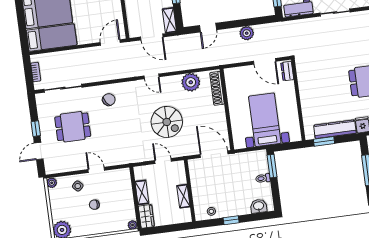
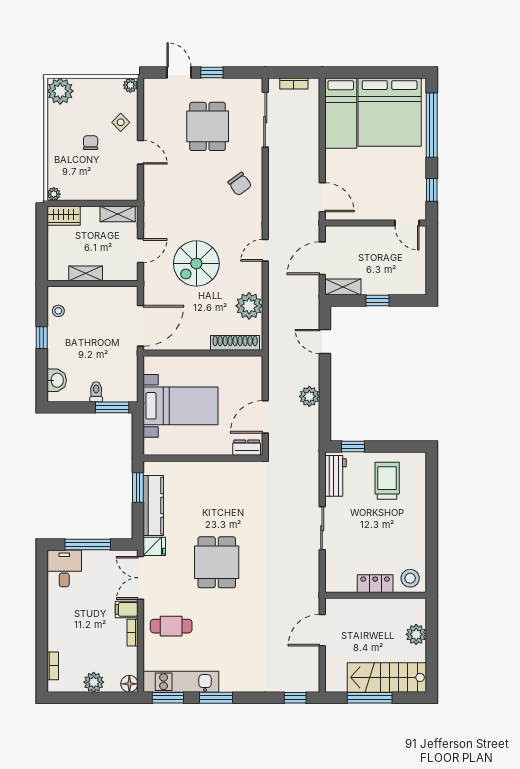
door: (96, 170) -> (141, 152), hinge flipped
shelving: (142, 192) -> (118, 214), moved

